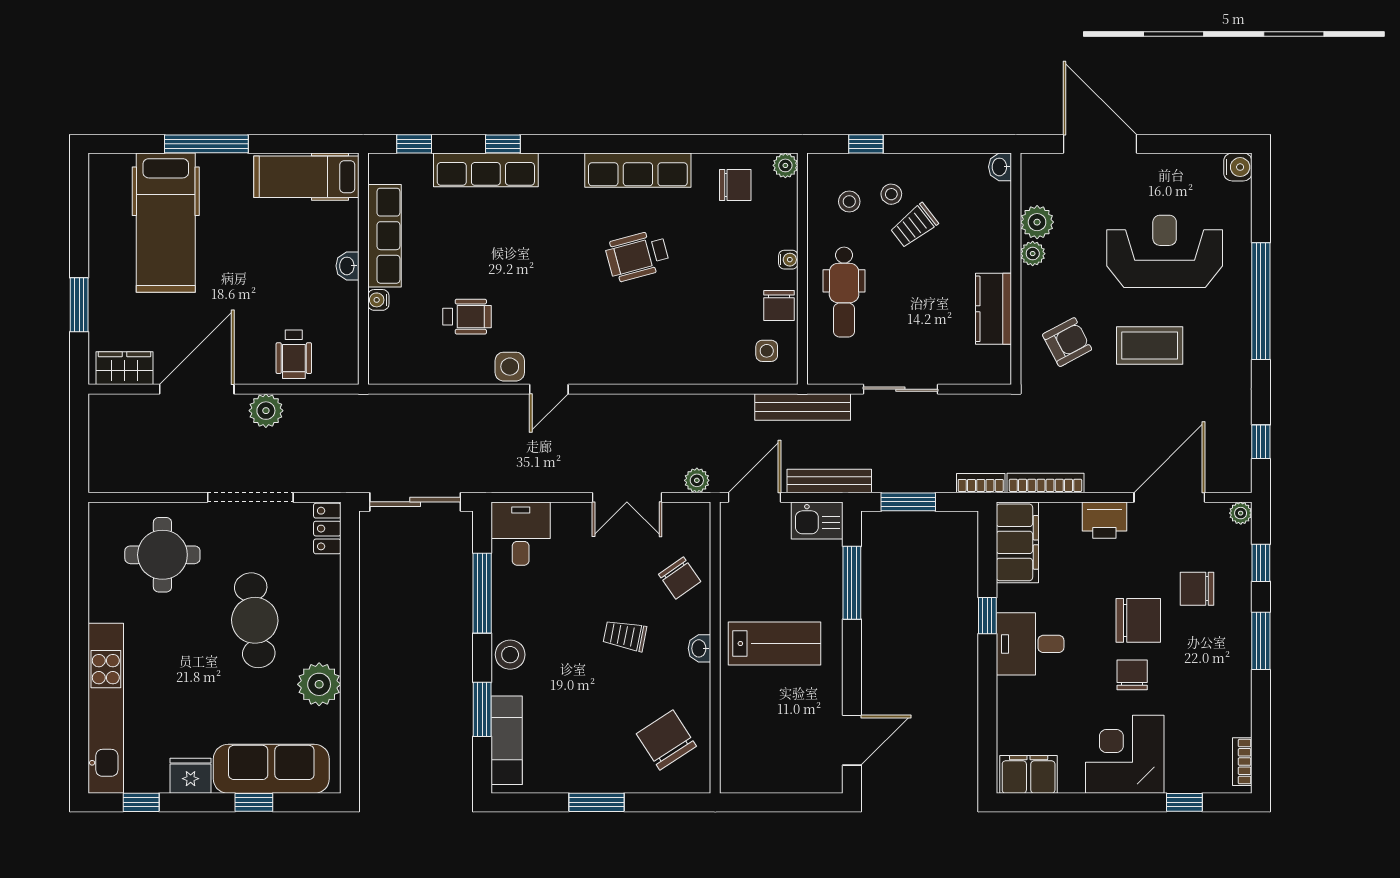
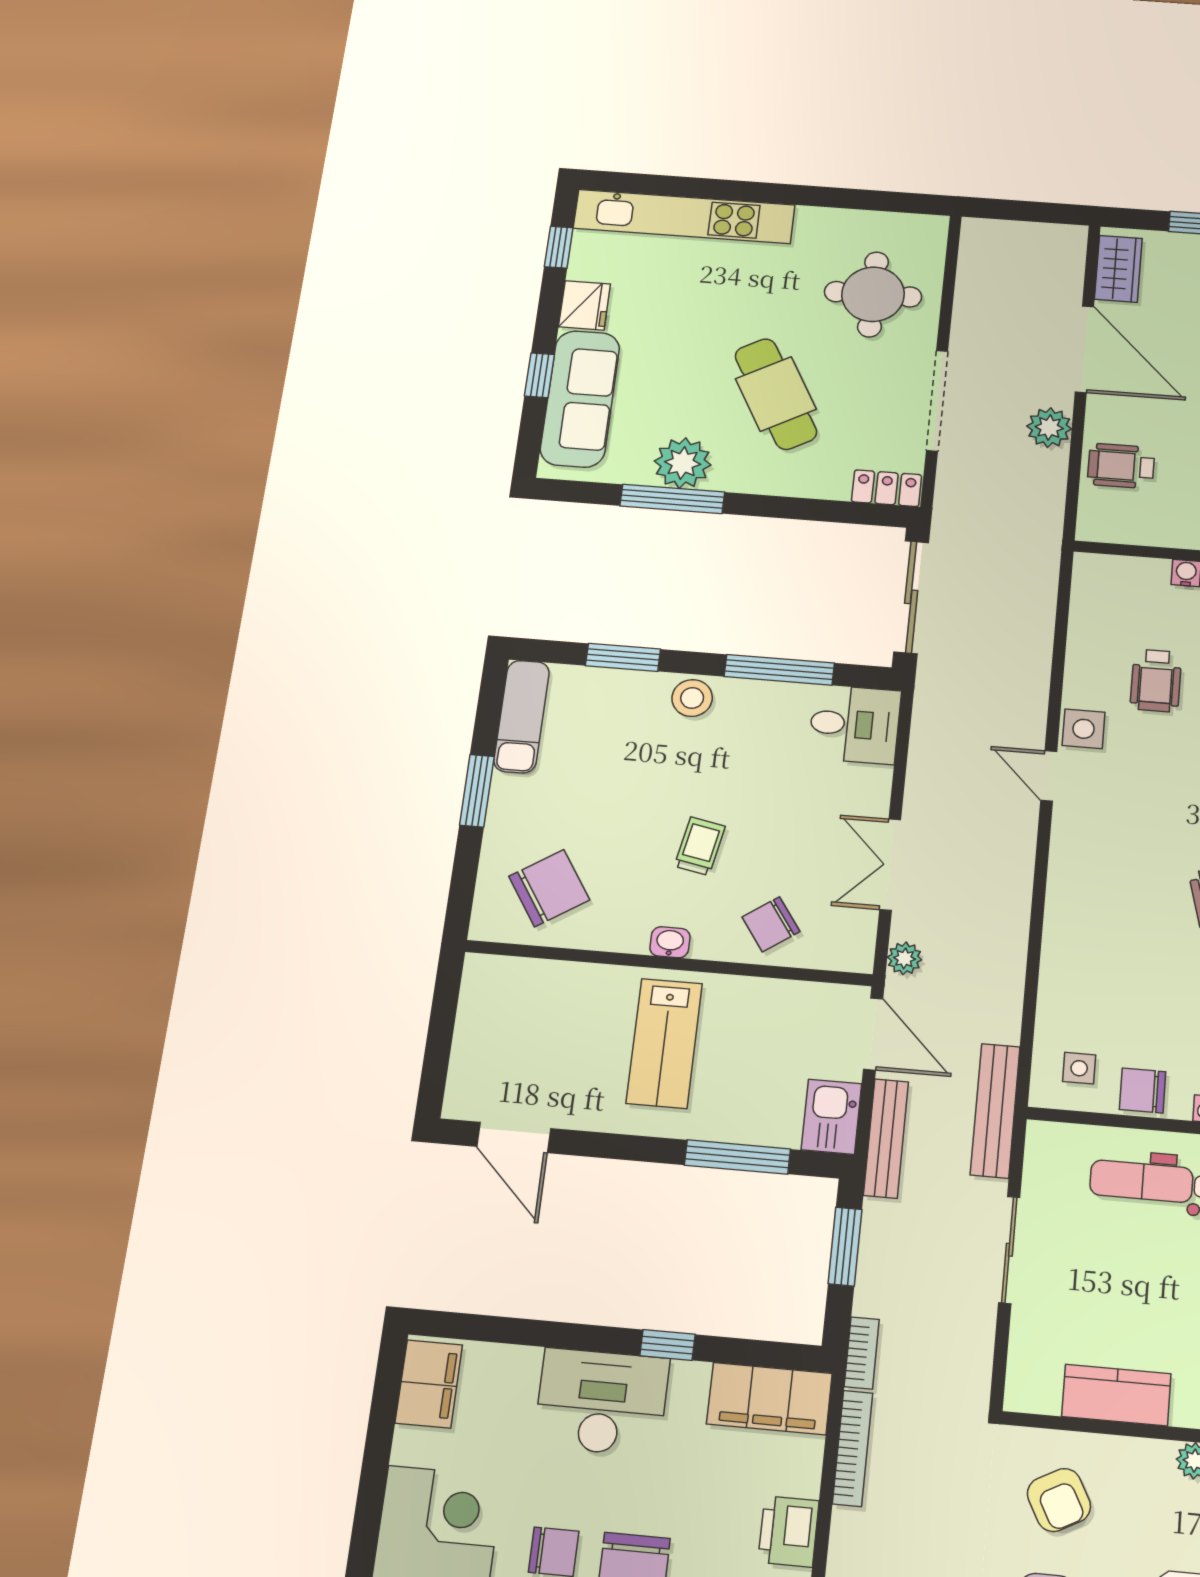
cafe table: (255, 620) -> (776, 394), turned 68
desk: (1030, 644) -> (602, 1402), width x1.37
window: (350, 689) -> (672, 499), added
exam couch: (507, 740) -> (522, 716), moved, turned -90

